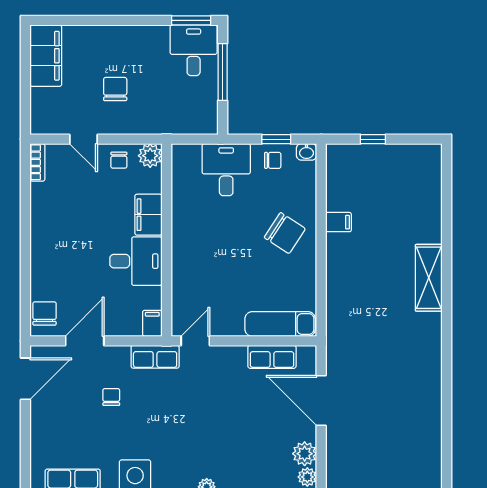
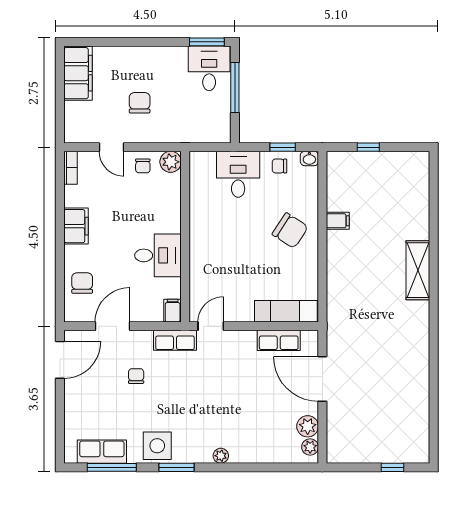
chair: (273, 160) -> (279, 166), turned 180
filing cabinet: (148, 215) -> (76, 226), moved, turned 180
chair: (45, 313) -> (82, 283), moved

